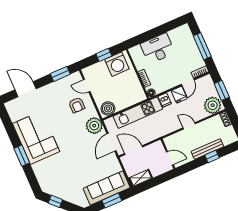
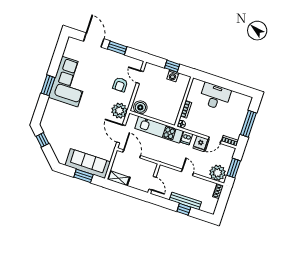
washing machine: (117, 64) -> (173, 76), width x0.53, depth x0.53
window: (60, 74) -> (117, 48), moved
door: (112, 142) -> (121, 134), hinge flipped

